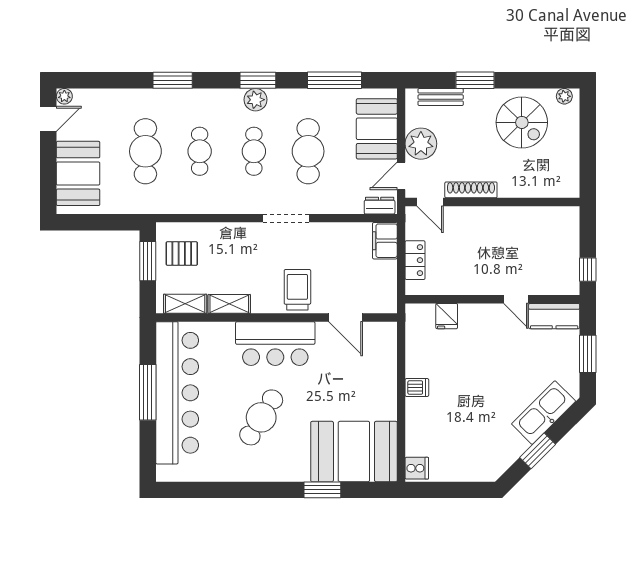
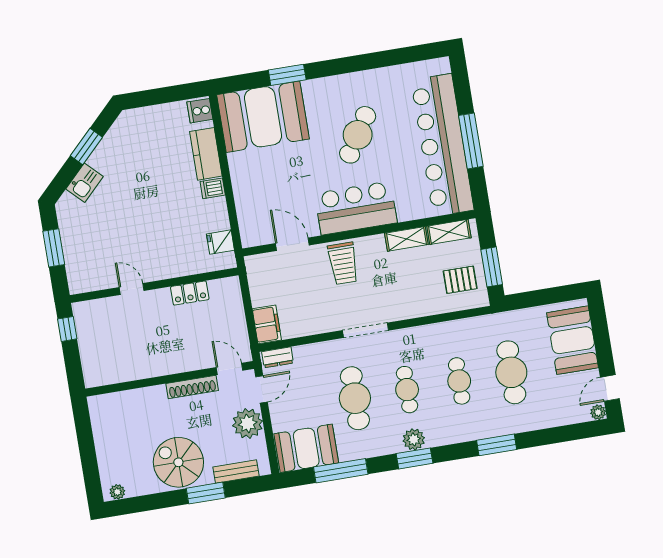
spiral stairs: (522, 122) -> (178, 462), moved
booth: (377, 129) -> (306, 448), moved, turned 90
locker: (415, 260) -> (190, 293), moved, turned -90
fridge: (447, 316) -> (220, 242), moved, turned -90
kitchen counter: (554, 316) -> (206, 154), moved, turned -90
kitchen sink: (544, 413) -> (85, 183), width x0.53, depth x0.81

